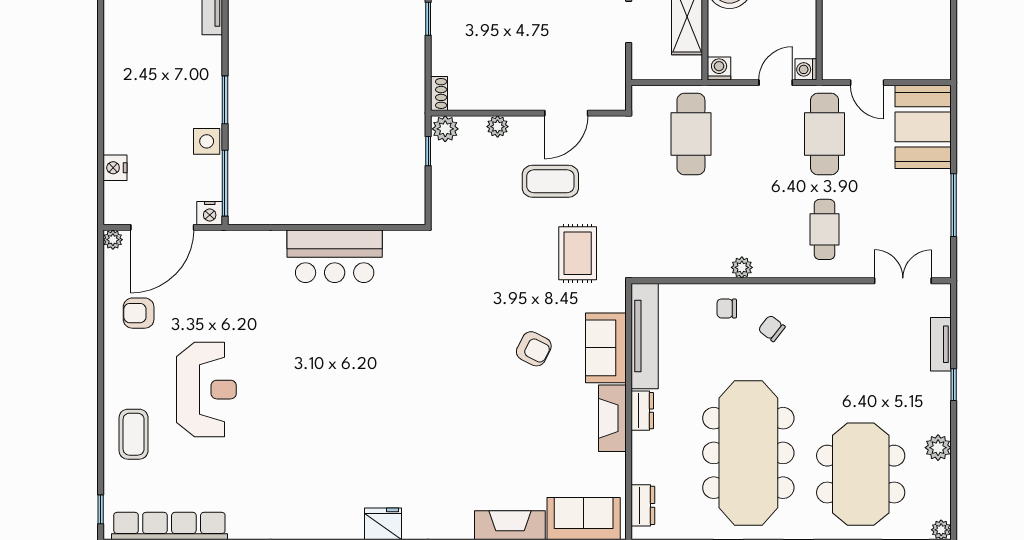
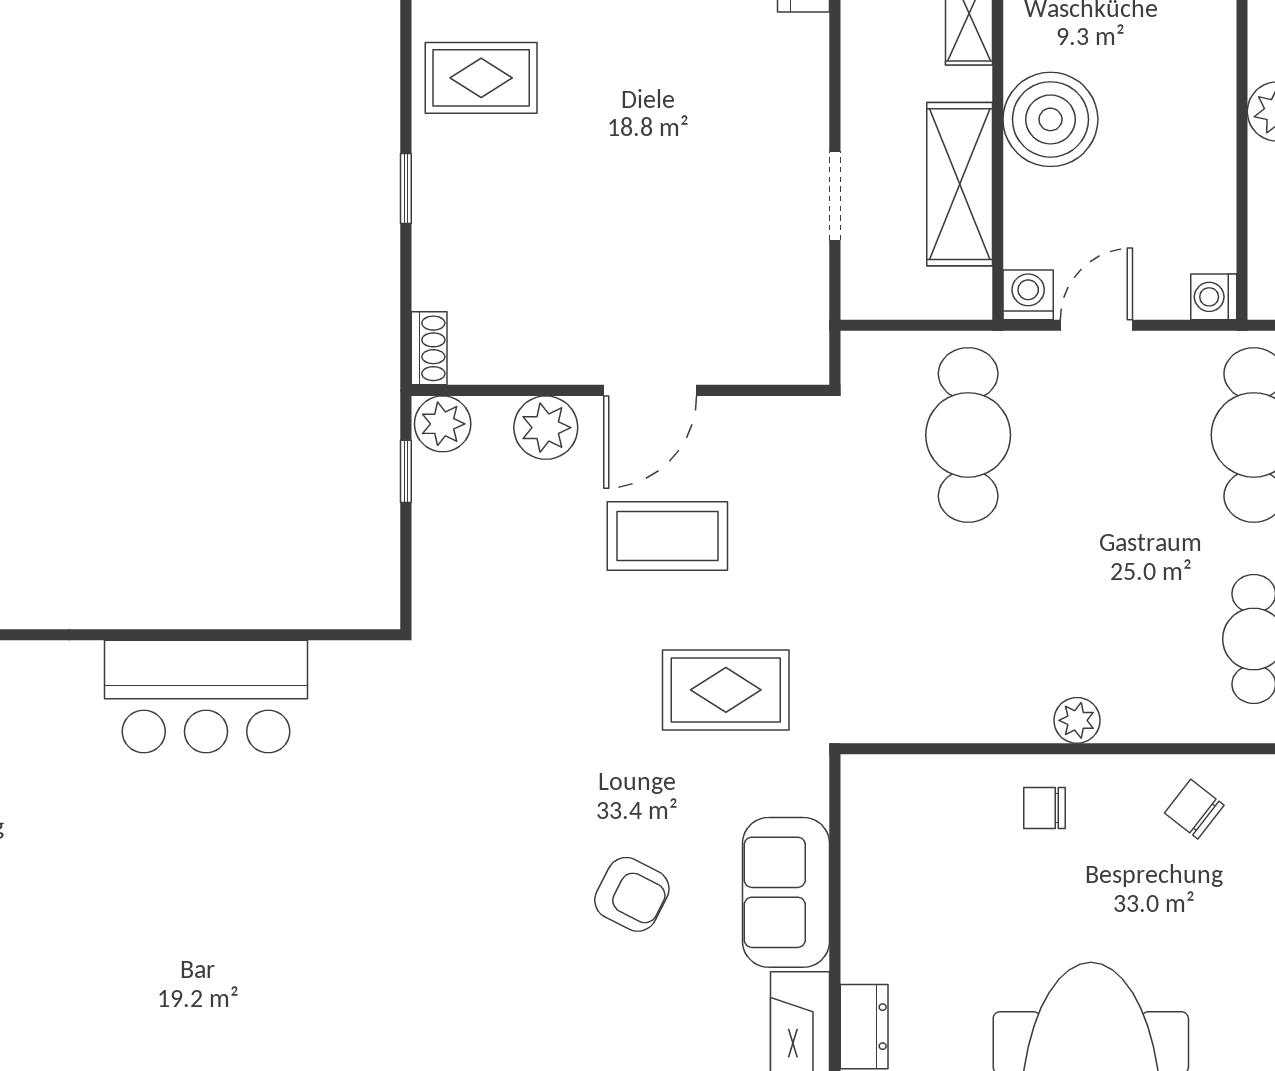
door: (776, 83) -> (1096, 325), moved
door: (566, 113) -> (650, 390), moved
plant: (498, 127) -> (546, 428), width x1.38, depth x1.38
rug: (578, 253) -> (726, 690), turned 90
chair: (772, 328) -> (1194, 809), moved
tv unit: (645, 336) -> (869, 867), removed

